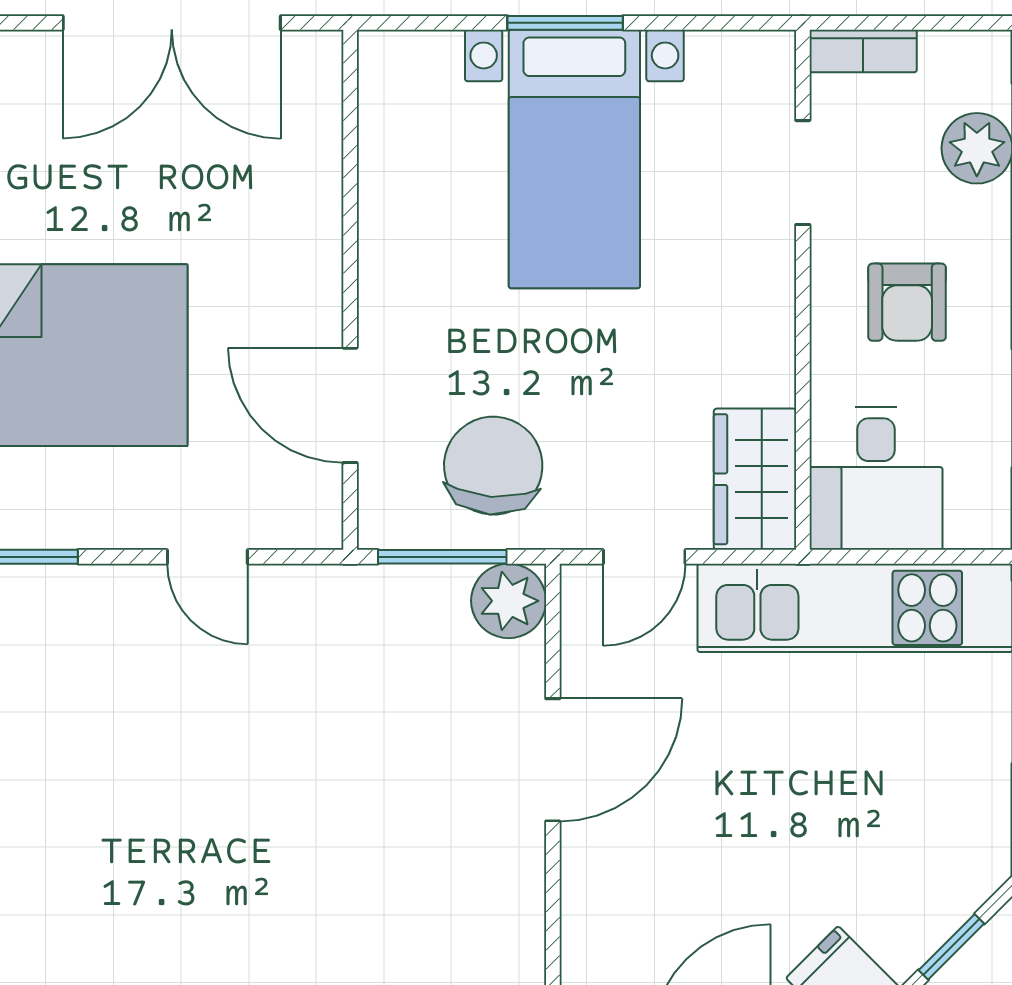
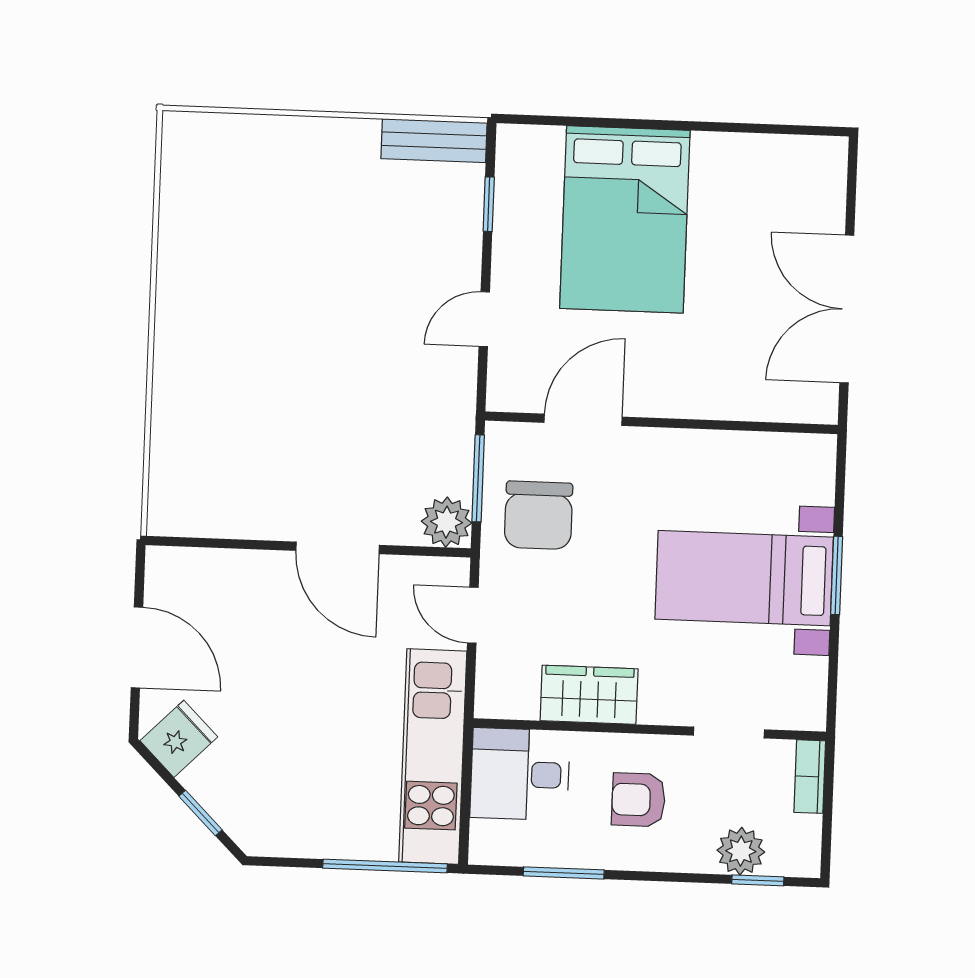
chair: (493, 466) -> (538, 515), turned 86
wardrobe: (755, 479) -> (589, 695), moved

